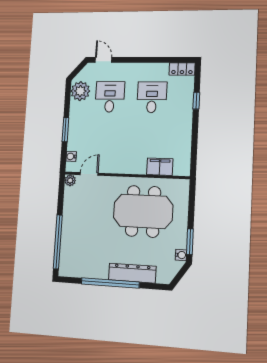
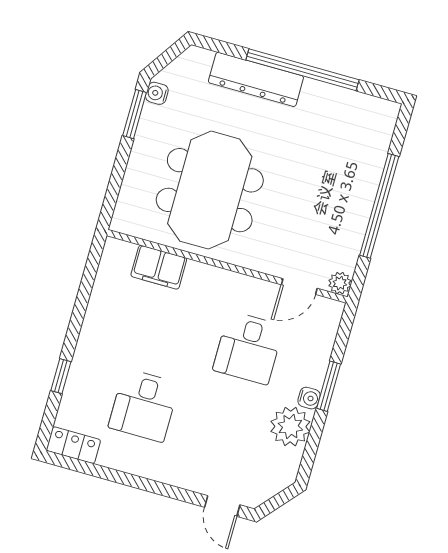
plant: (80, 91) -> (290, 427), moved
desk: (110, 97) -> (248, 348), moved
water cooler: (71, 156) -> (309, 398), moved
meeting table: (143, 211) -> (210, 190), turned 90
window: (58, 242) -> (379, 206), moved

